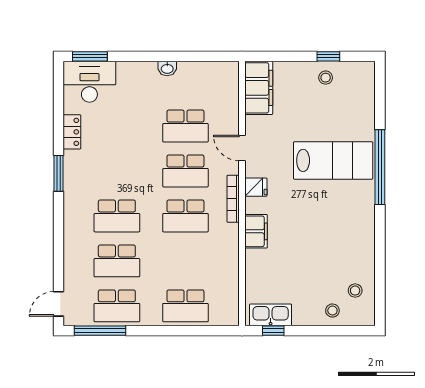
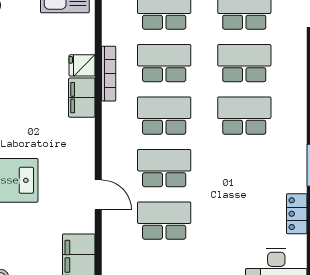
fridge: (256, 187) -> (82, 65), moved
bookcase: (233, 199) -> (109, 74), moved
school desk: (185, 261) -> (164, 63), added

